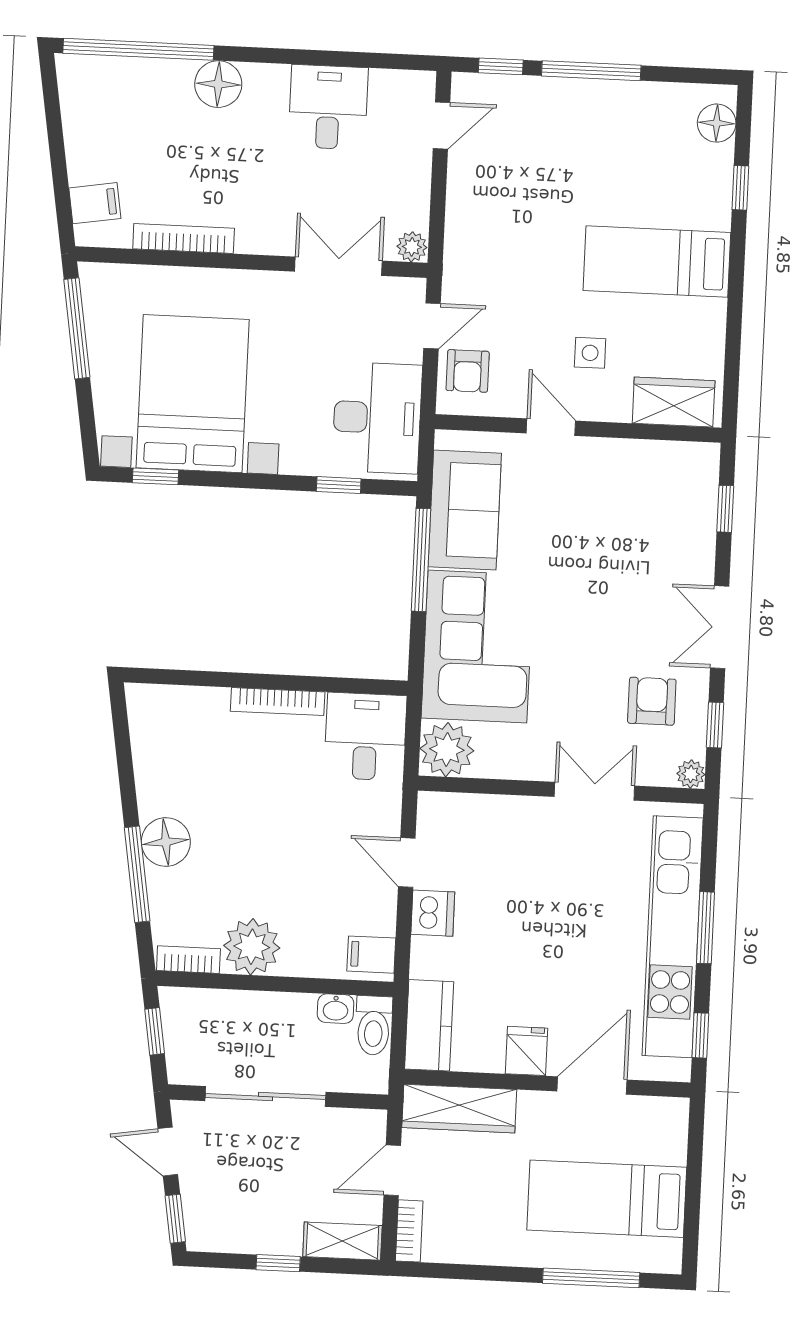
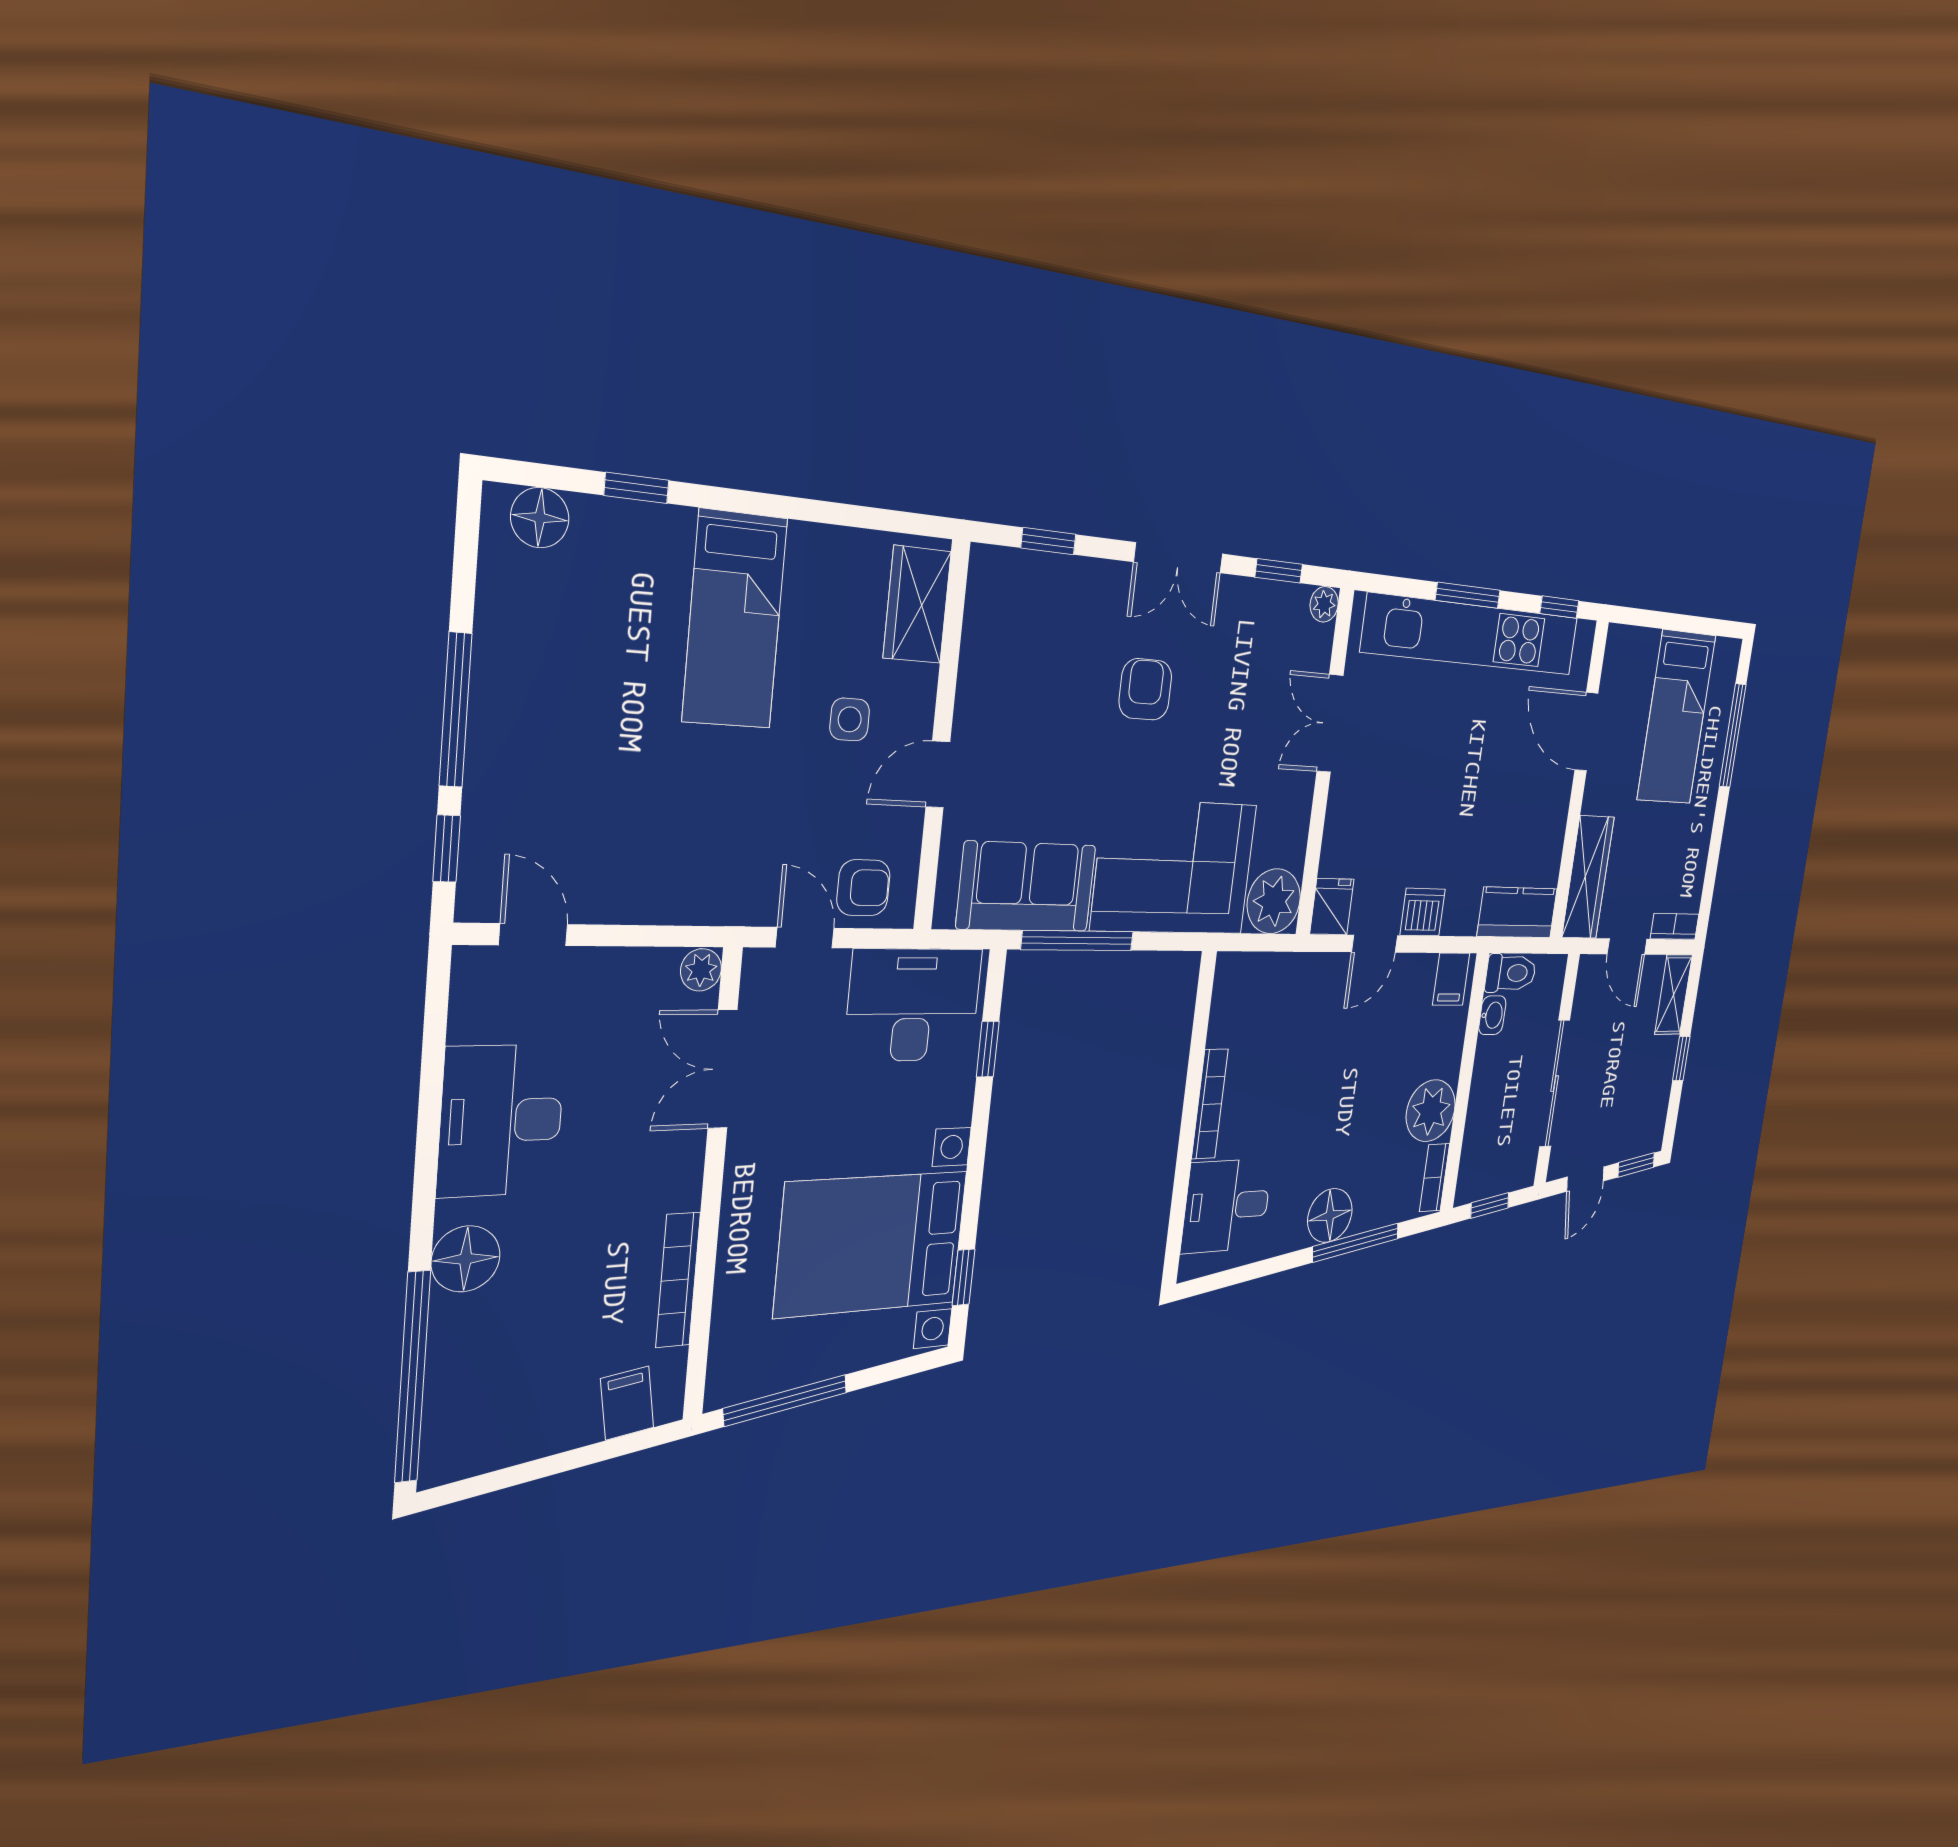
desk: (328, 107) -> (501, 1121), width x1.37
armchair: (652, 701) -> (1145, 689), moved, turned 90
desk: (365, 737) -> (1227, 1206), moved
fridge: (527, 1051) -> (1332, 907), moved, turned 90

